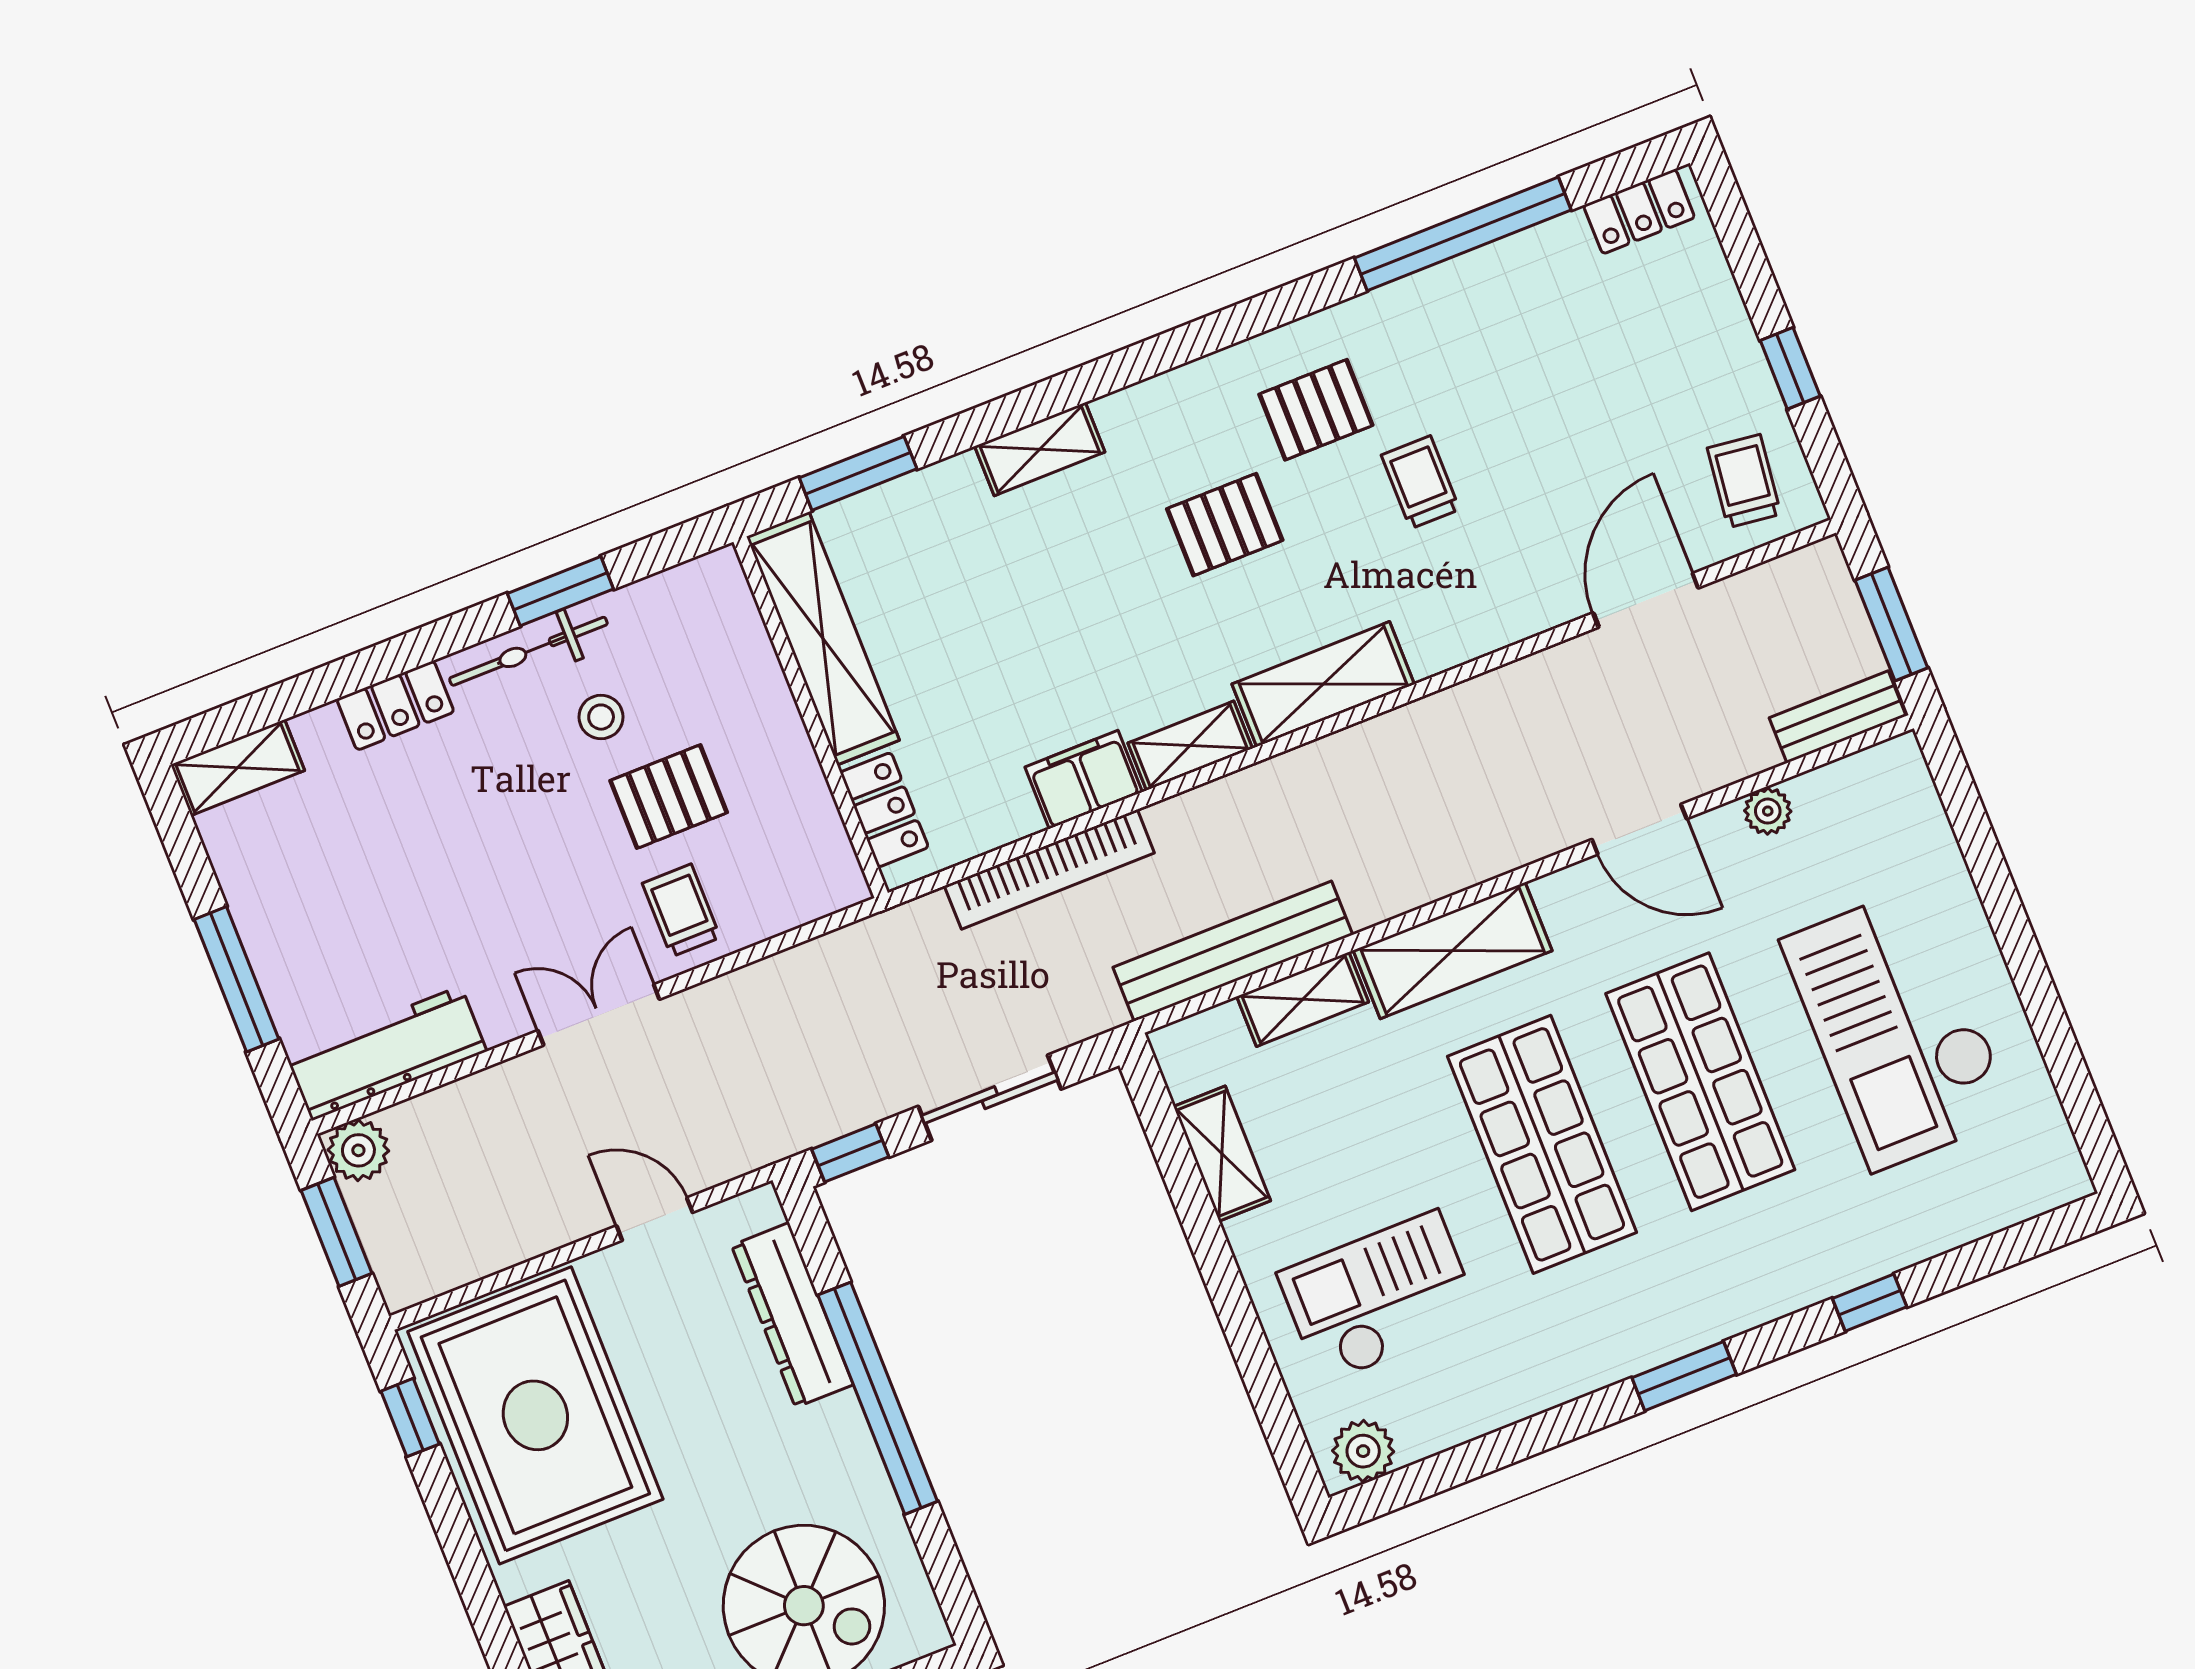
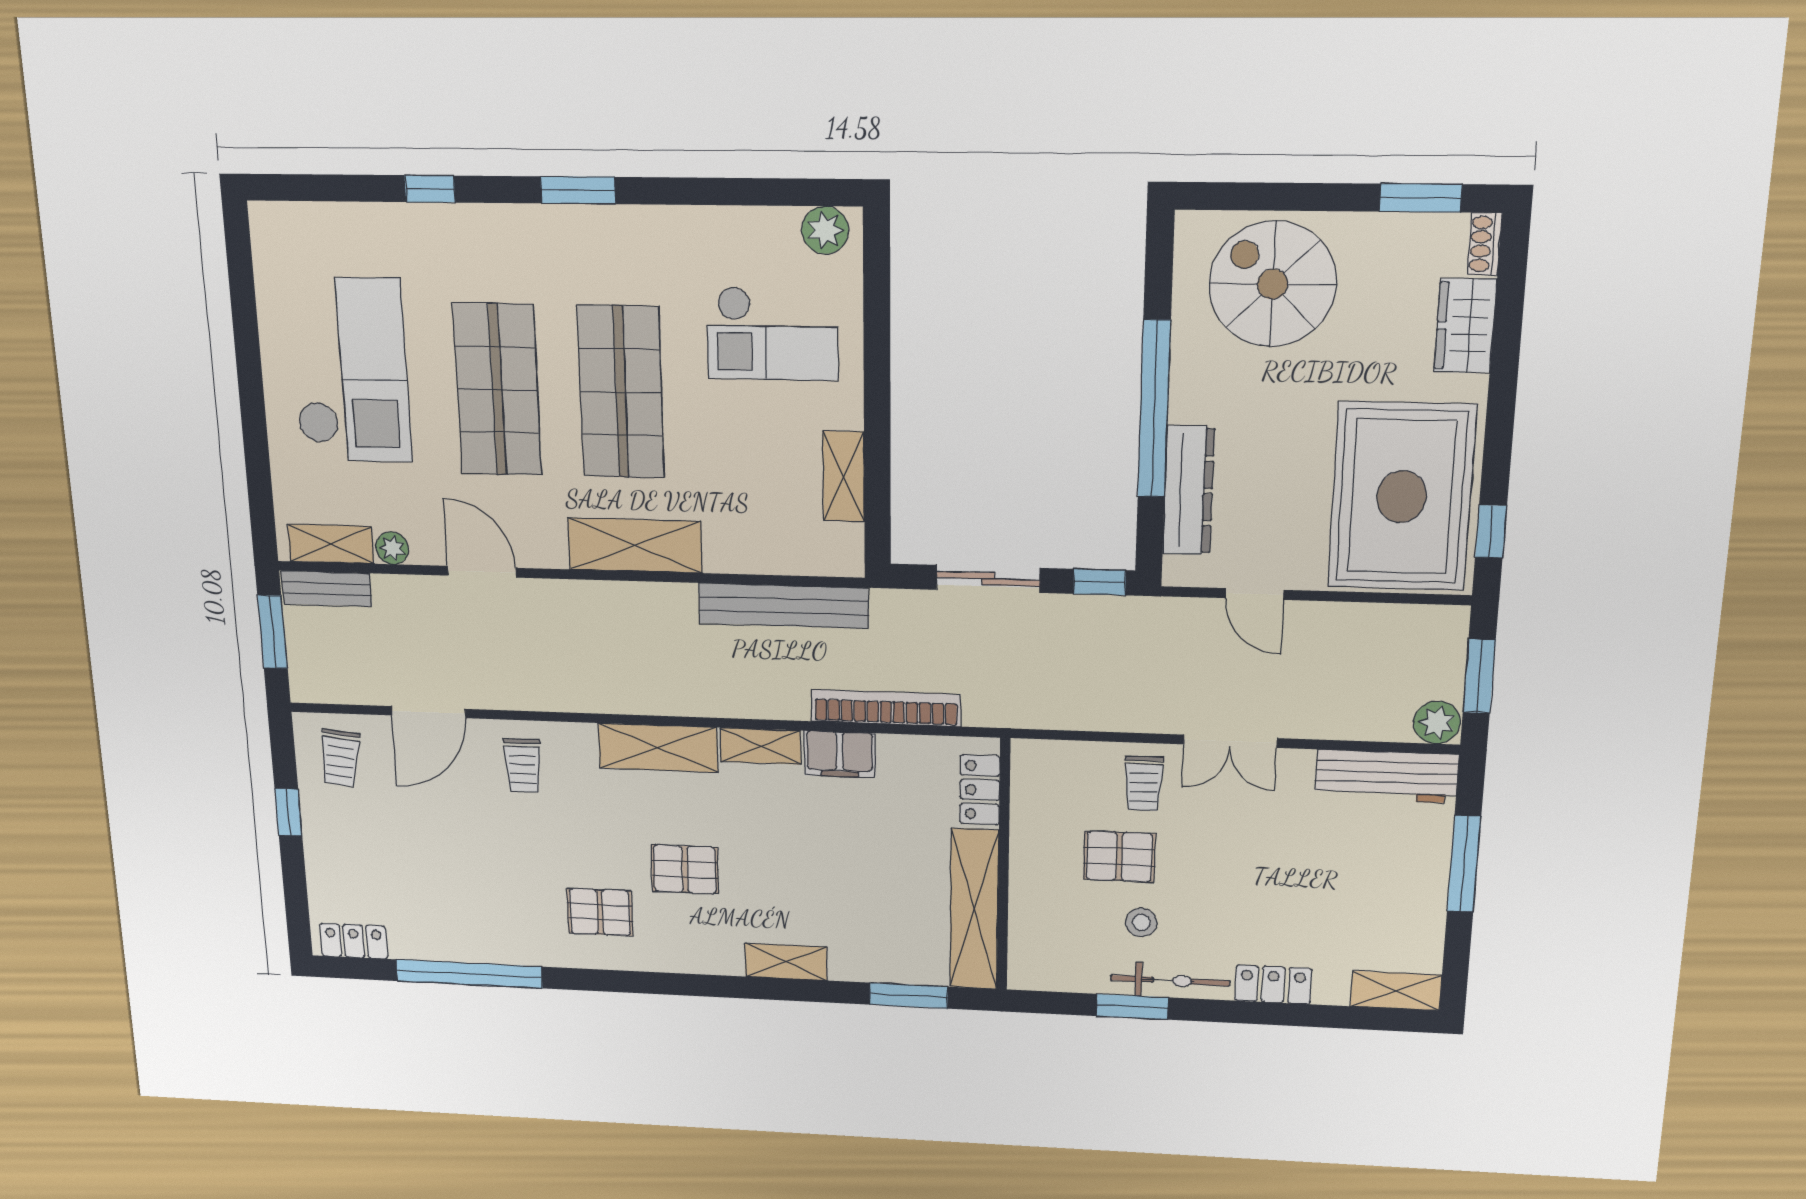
trolley: (1420, 482) -> (523, 766), moved
shelving: (1303, 999) -> (331, 544), moved

